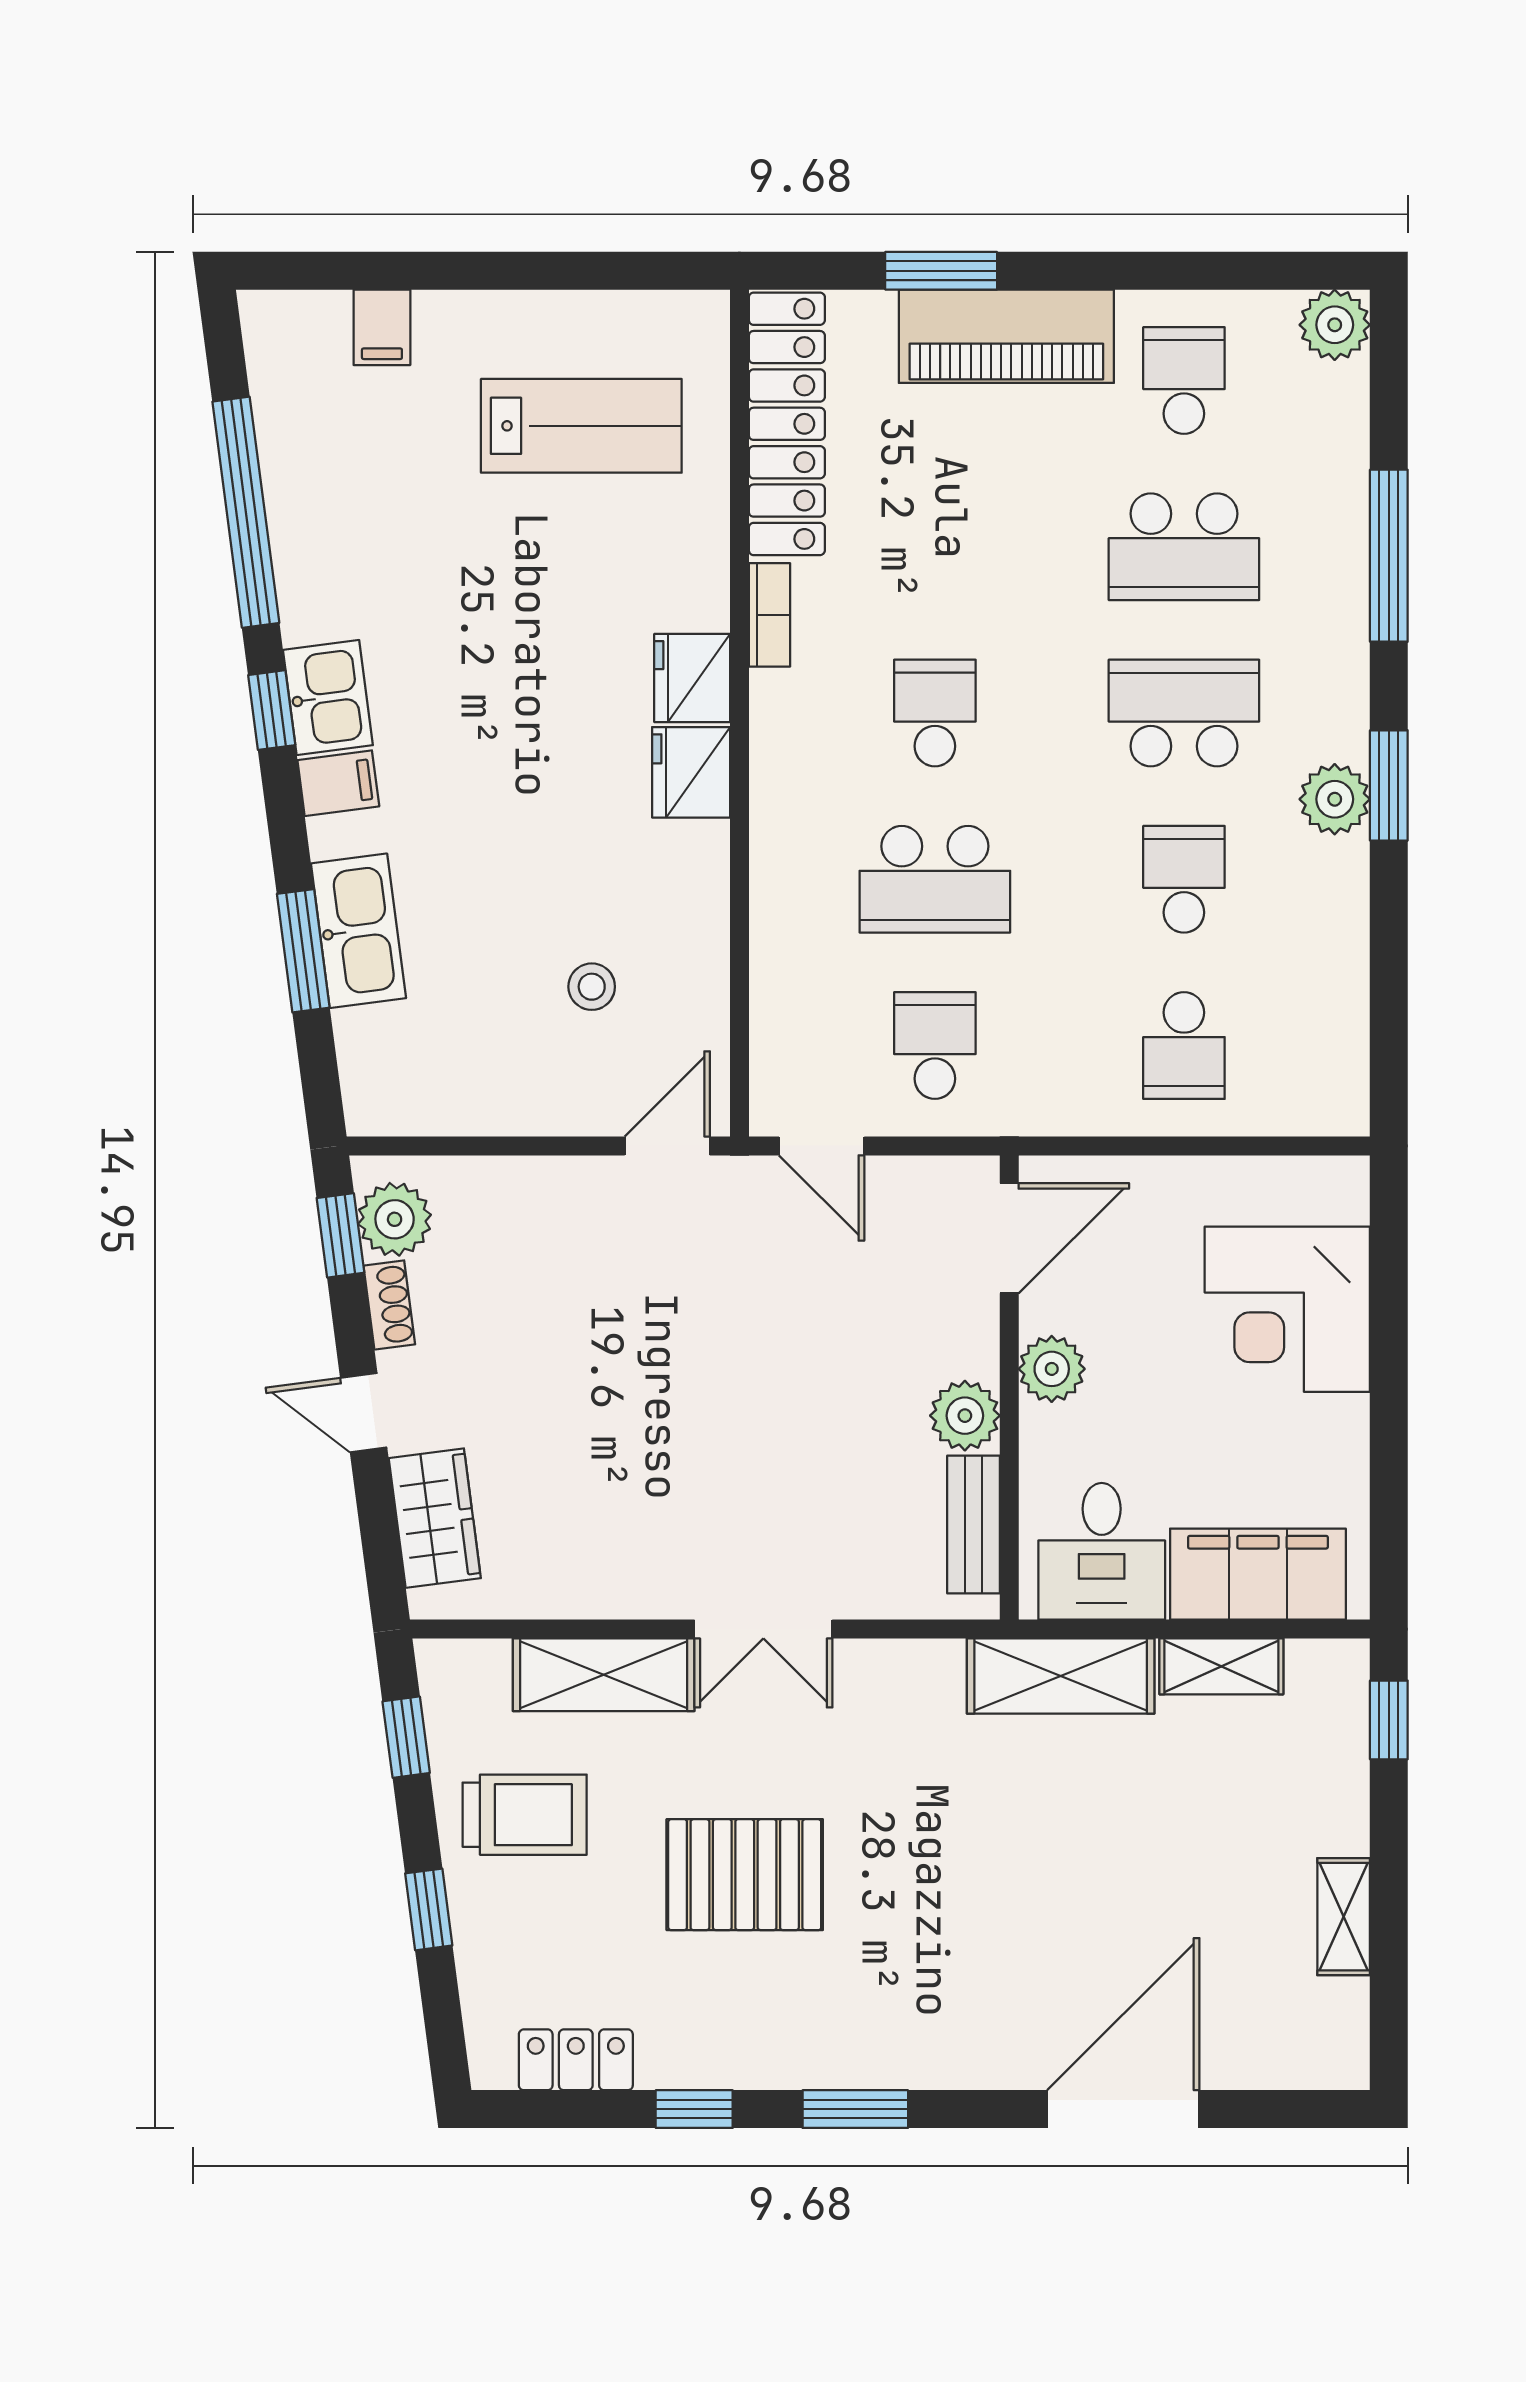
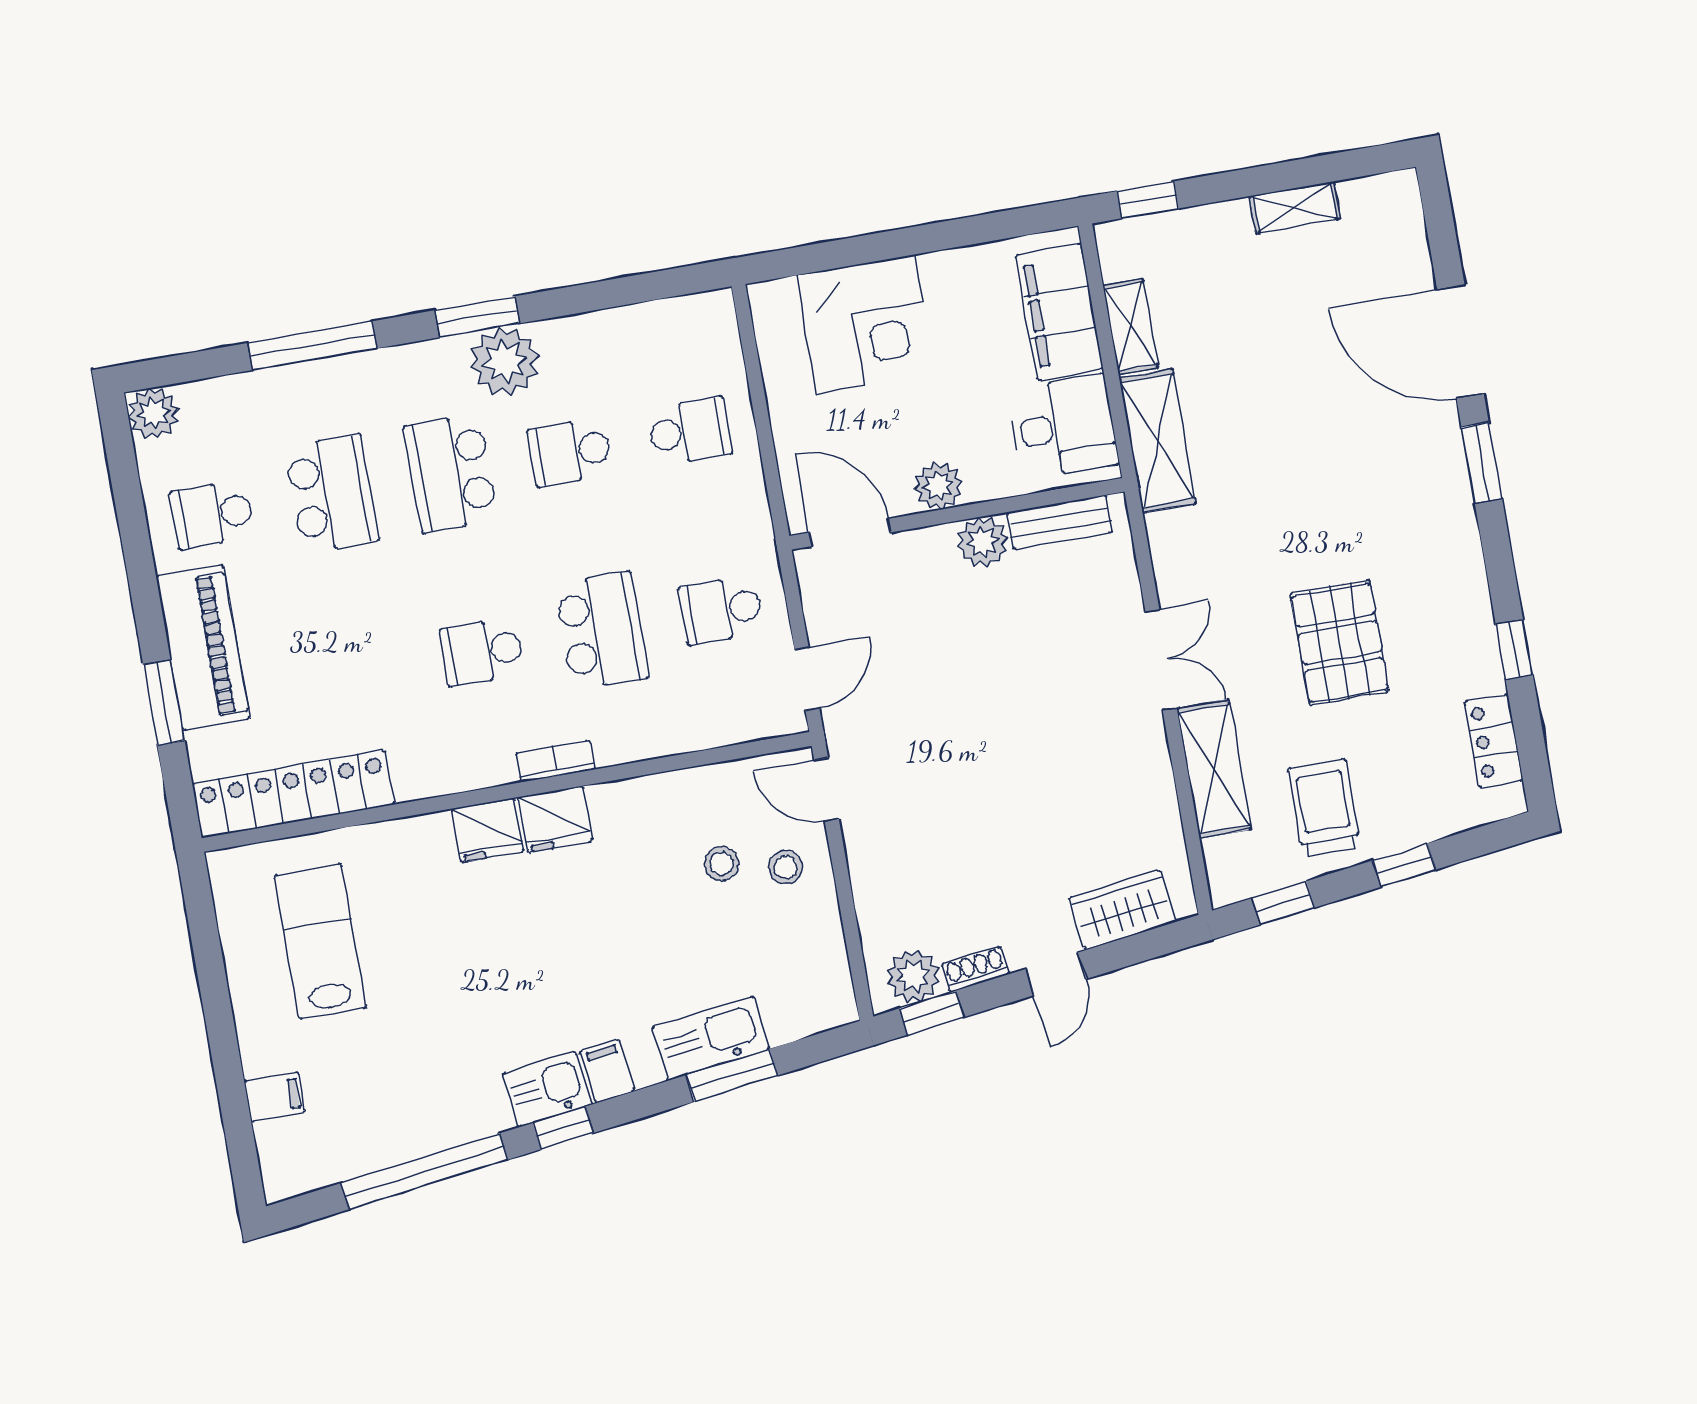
bookcase: (770, 615) -> (555, 761), moved
plant: (1335, 799) -> (505, 361), width x1.36, depth x1.36
stool: (572, 1072) -> (786, 867), added
window: (855, 2109) -> (1482, 463), moved

